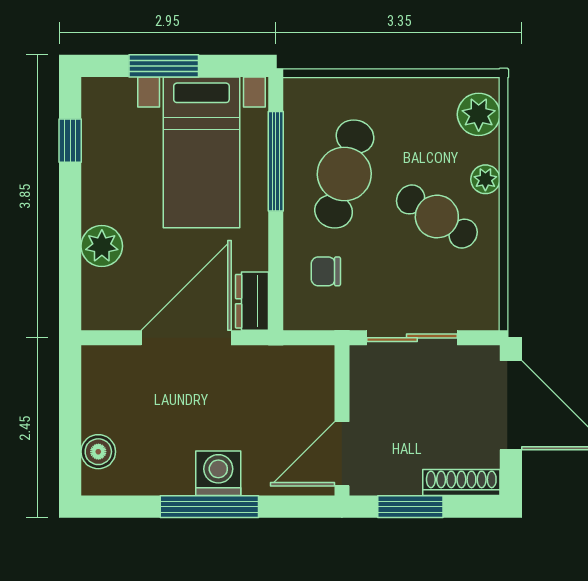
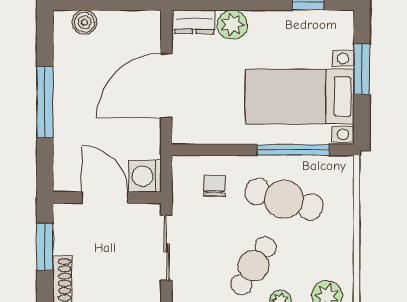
dresser: (252, 301) -> (194, 22), moved, turned 180
door: (186, 338) -> (166, 85), swing flipped
door: (342, 454) -> (105, 197), moved
washing machine: (218, 473) -> (145, 176), moved, turned 180

